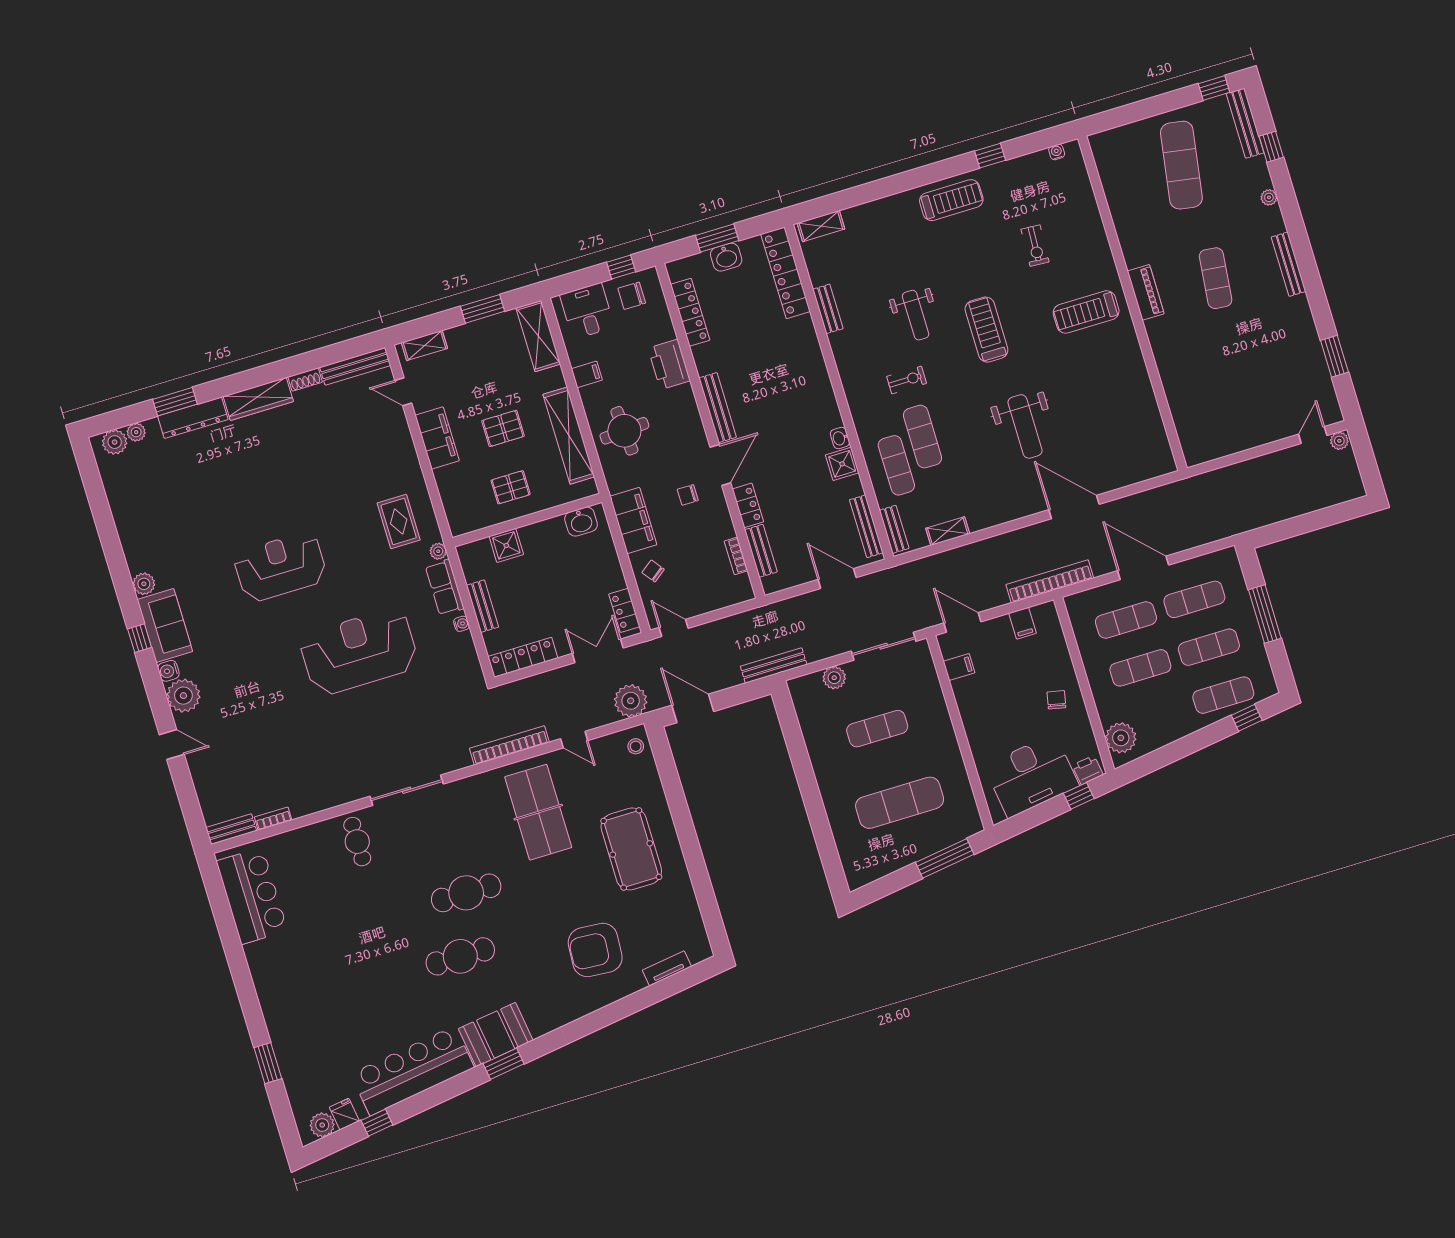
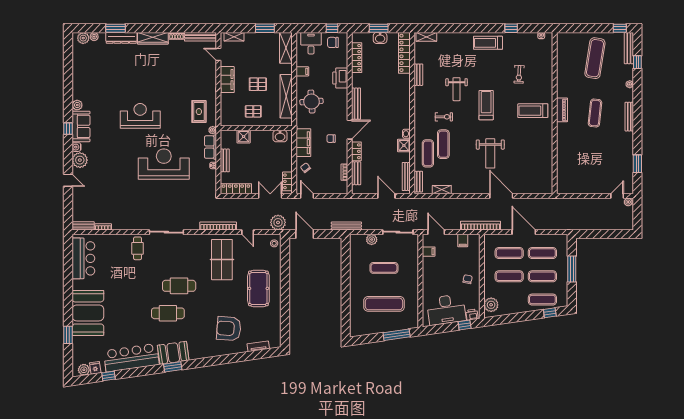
treadmill: (951, 200) -> (488, 43), turned 180
booth: (295, 1005) -> (88, 313), added

